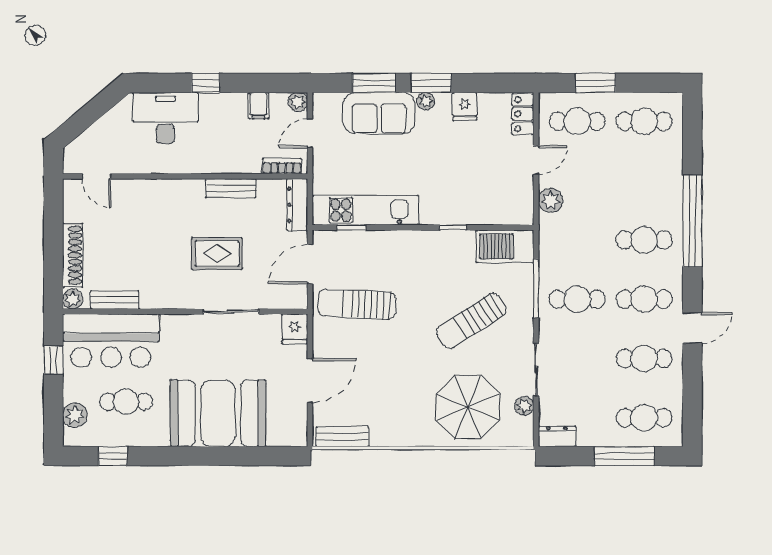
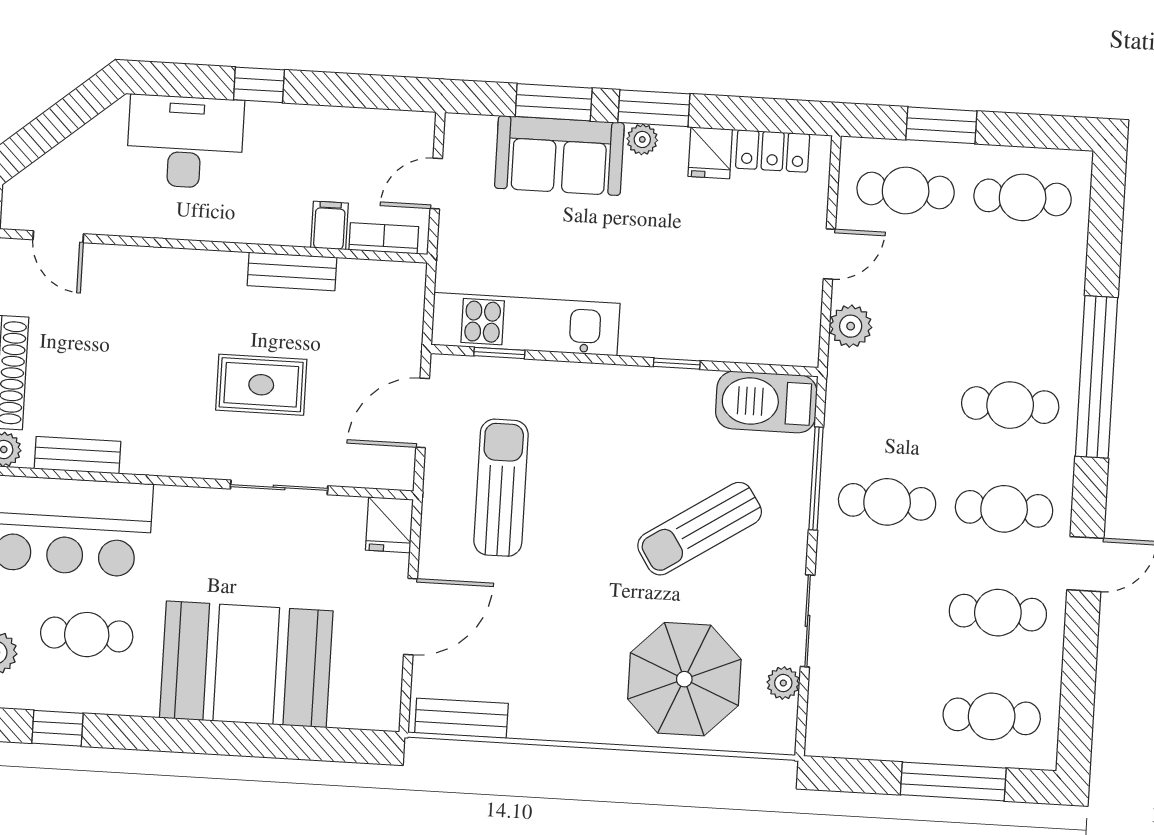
plant: (298, 102) -> (419, 127), removed
filing cabinet: (259, 106) -> (329, 225), moved, turned 180
locker: (523, 114) -> (773, 151), moved, turned -90
dresser: (297, 205) -> (407, 308), removed
sun lounger: (357, 304) -> (501, 488), turned 87
dresser: (557, 436) -> (837, 740), removed

